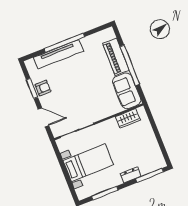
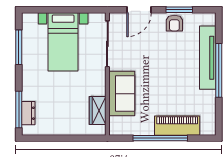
sofa: (127, 91) -> (122, 94), moved, turned 90
dresser: (131, 175) -> (28, 113), moved

